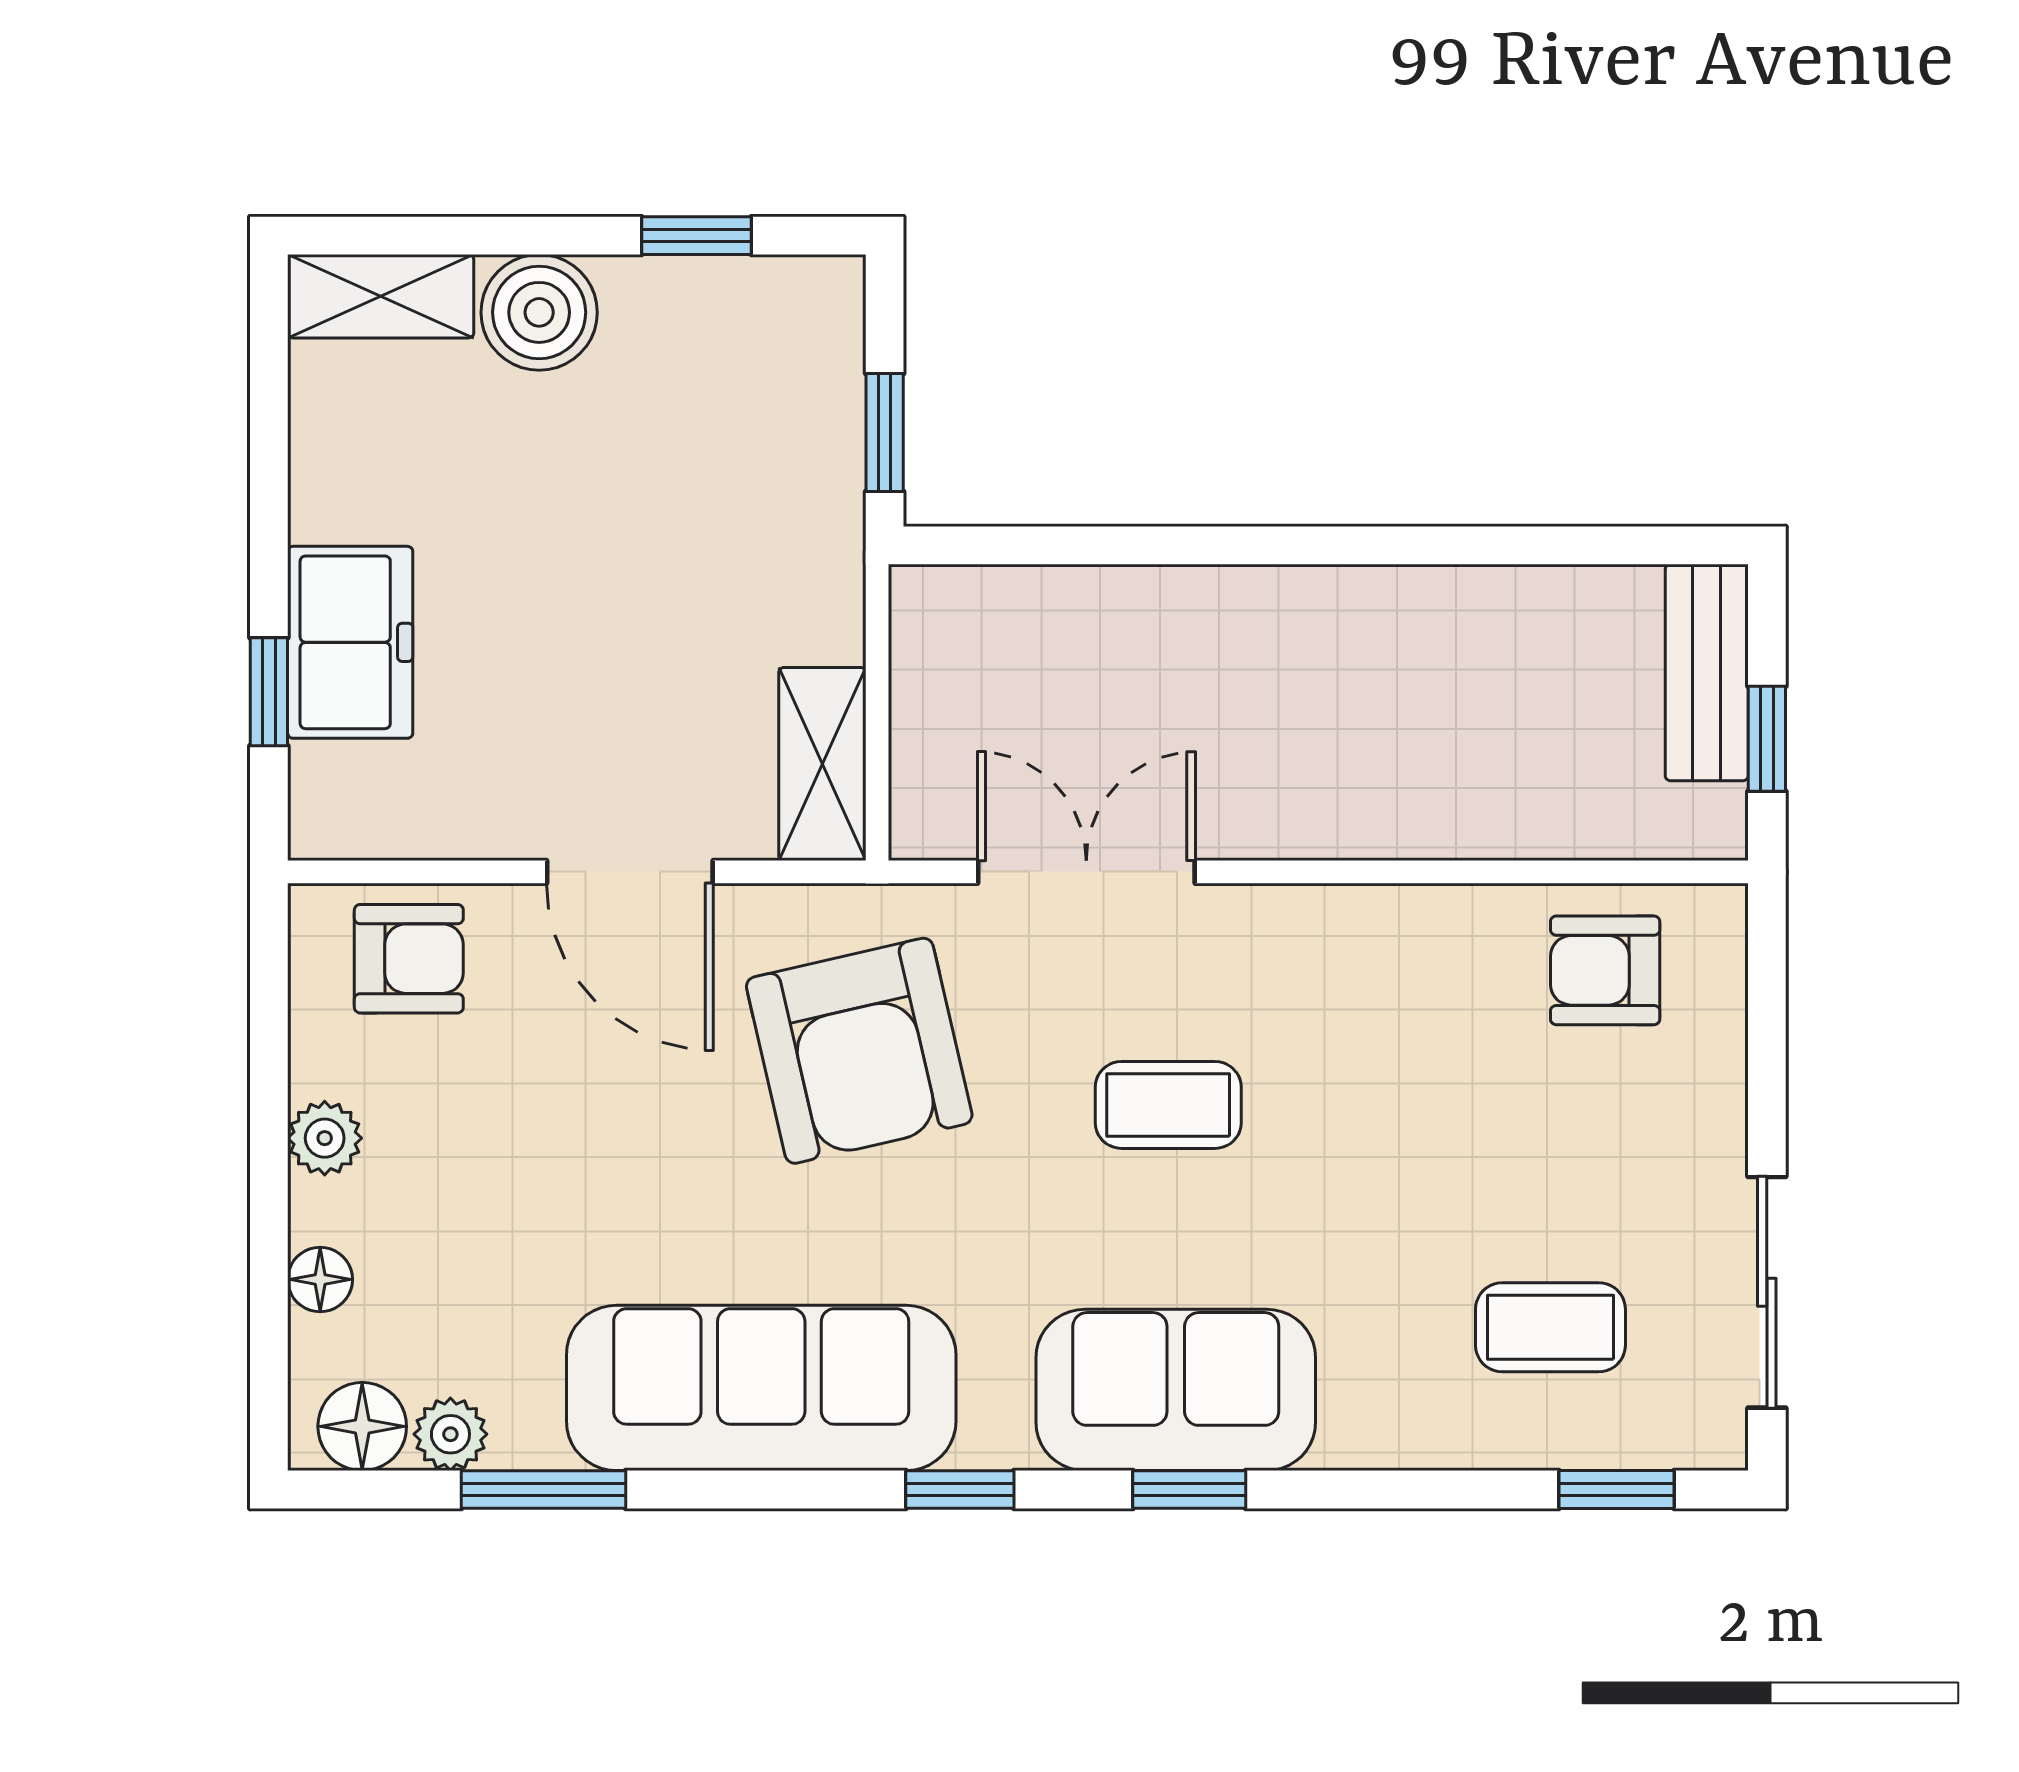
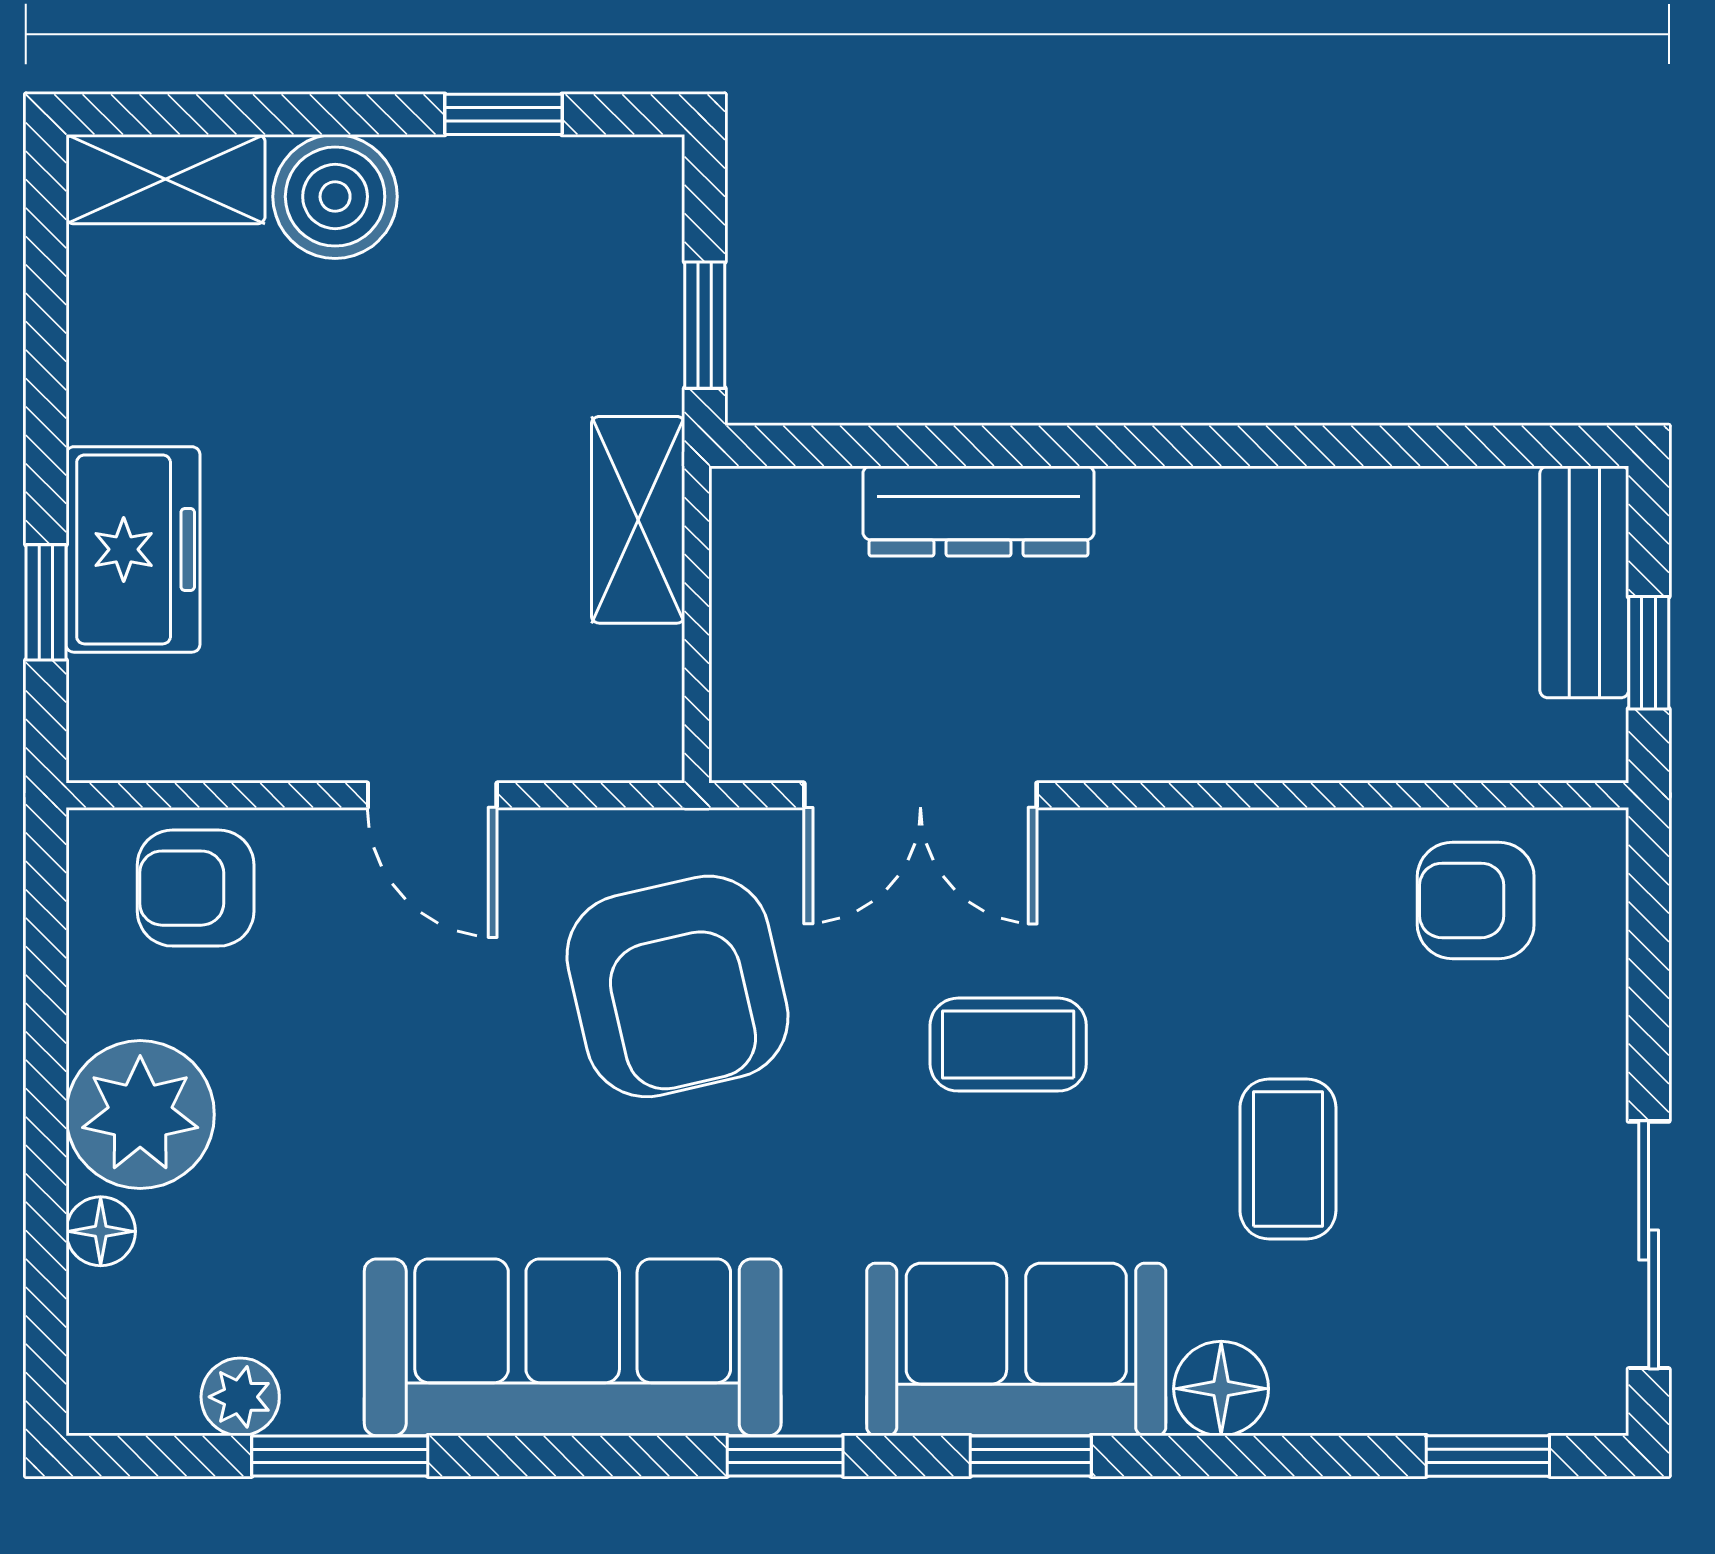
dresser: (1141, 606) -> (979, 511), added
shelving: (822, 764) -> (638, 520), moved
door: (630, 872) -> (432, 795), width x0.73
double door: (1086, 872) -> (920, 795), swing flipped
armchair: (409, 959) -> (196, 888), turned 180
plant: (325, 1138) -> (140, 1115), width x1.88, depth x1.88
coffee table: (1550, 1327) -> (1288, 1159), moved, turned 90
floor lamp: (362, 1426) -> (1221, 1389), moved

